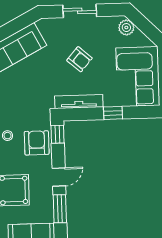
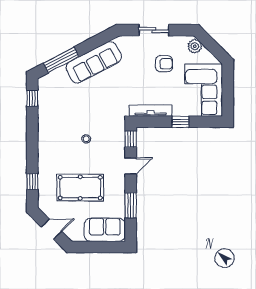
armchair: (79, 59) -> (164, 64), moved, turned -41
armchair: (37, 143) -> (112, 146), removed
door: (59, 177) -> (131, 166), moved

